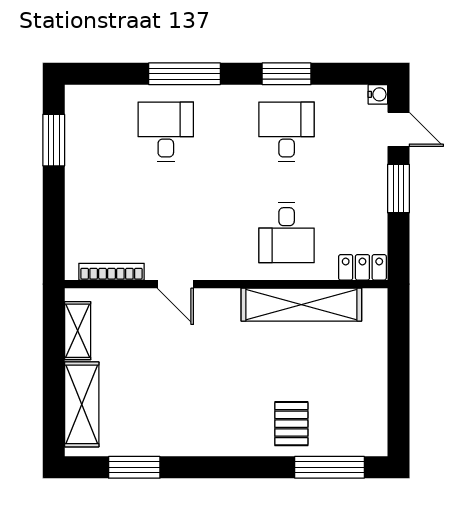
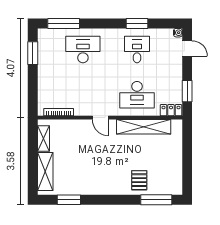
window: (185, 74) -> (64, 23), moved
desk: (166, 132) -> (83, 49), width x1.37
window: (398, 188) -> (187, 91), moved
desk: (287, 233) -> (137, 95), width x1.37
door: (175, 284) -> (100, 118), moved

